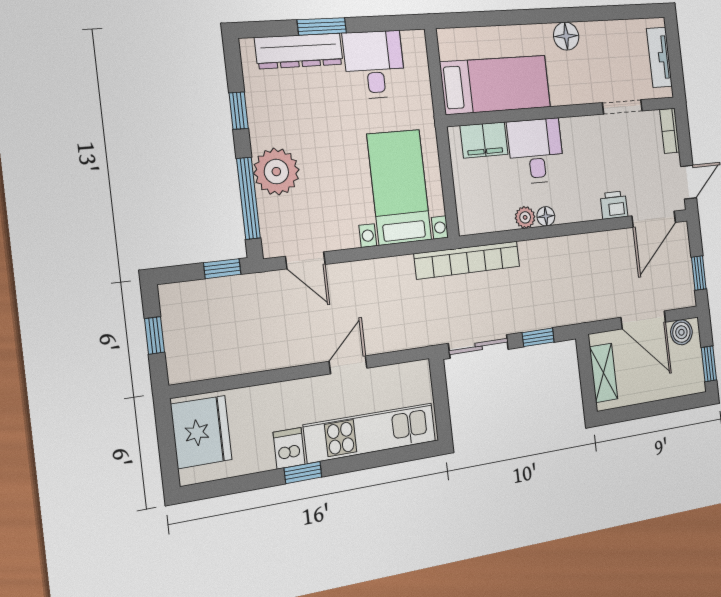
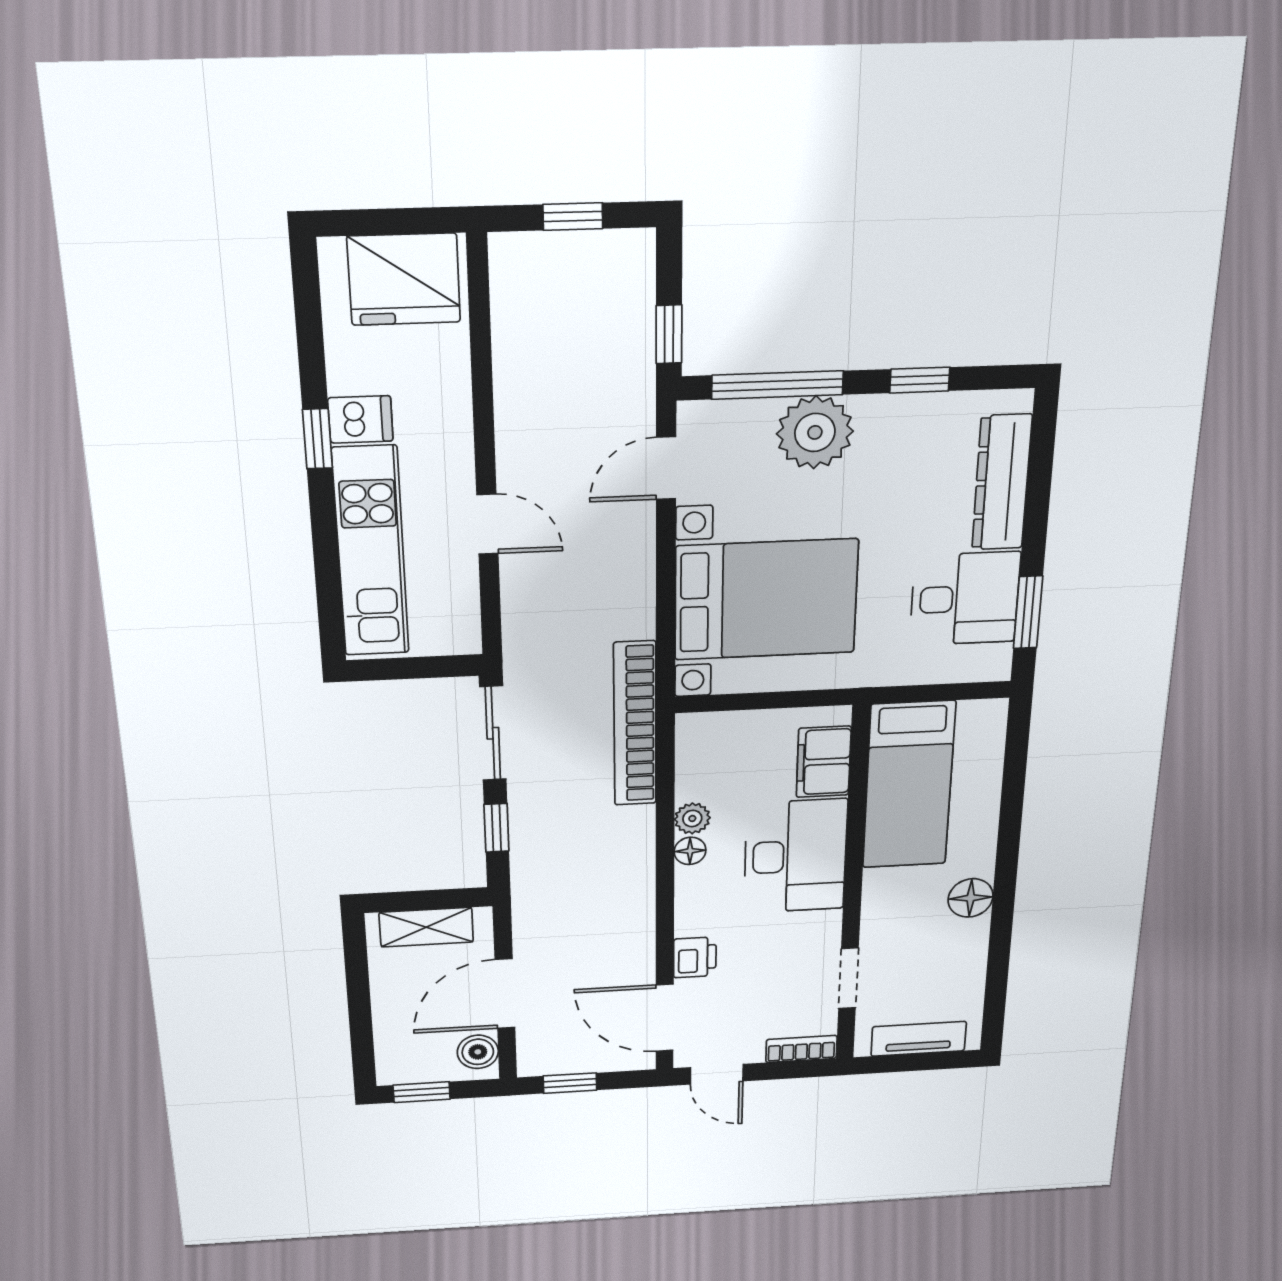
window: (322, 26) -> (1028, 612), moved
desk: (536, 151) -> (795, 856), width x1.37
bed with nightstands: (399, 187) -> (766, 600), width x1.36

